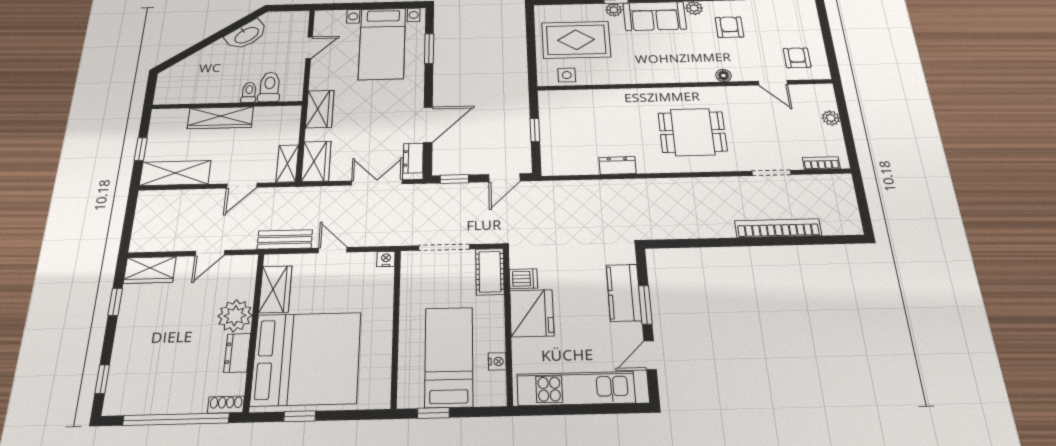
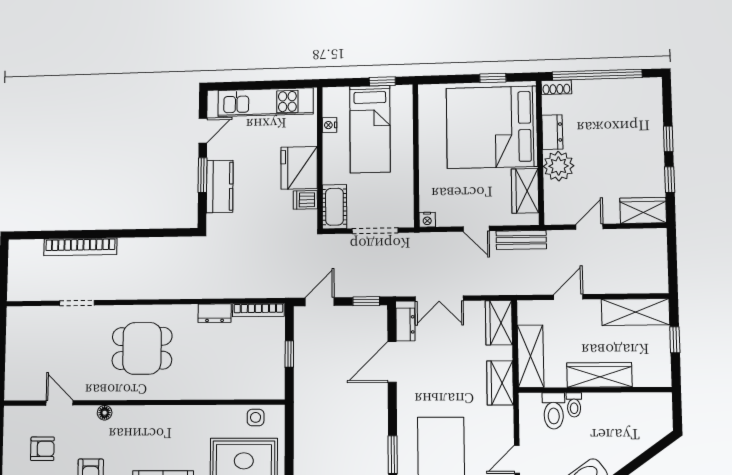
armchair: (797, 58) -> (42, 449), moved, turned -90
plant: (831, 118) -> (13, 361), removed
shelving: (287, 163) -> (531, 356), moved, width x1.50, depth x1.33
bookcase: (821, 163) -> (258, 310), moved, width x1.56
window: (102, 379) -> (668, 139), moved

